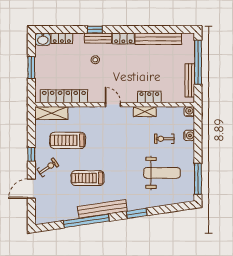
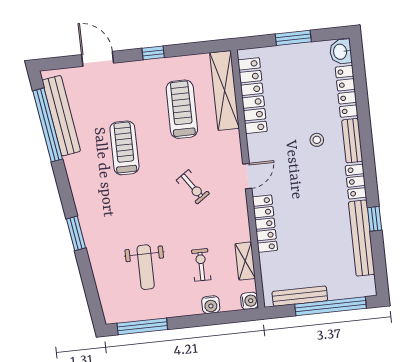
window: (95, 30) -> (375, 219), moved
locker: (62, 38) -> (347, 91), width x1.53
locker: (149, 97) -> (265, 224), width x1.53
shelving: (145, 112) -> (245, 261), moved
shelving: (51, 113) -> (225, 90), width x1.47
exercise bike: (48, 168) -> (193, 187), moved
weight bench: (162, 173) -> (146, 267), width x0.73, depth x0.75
bench: (102, 209) -> (61, 116), moved
window: (86, 221) -> (48, 125), moved

